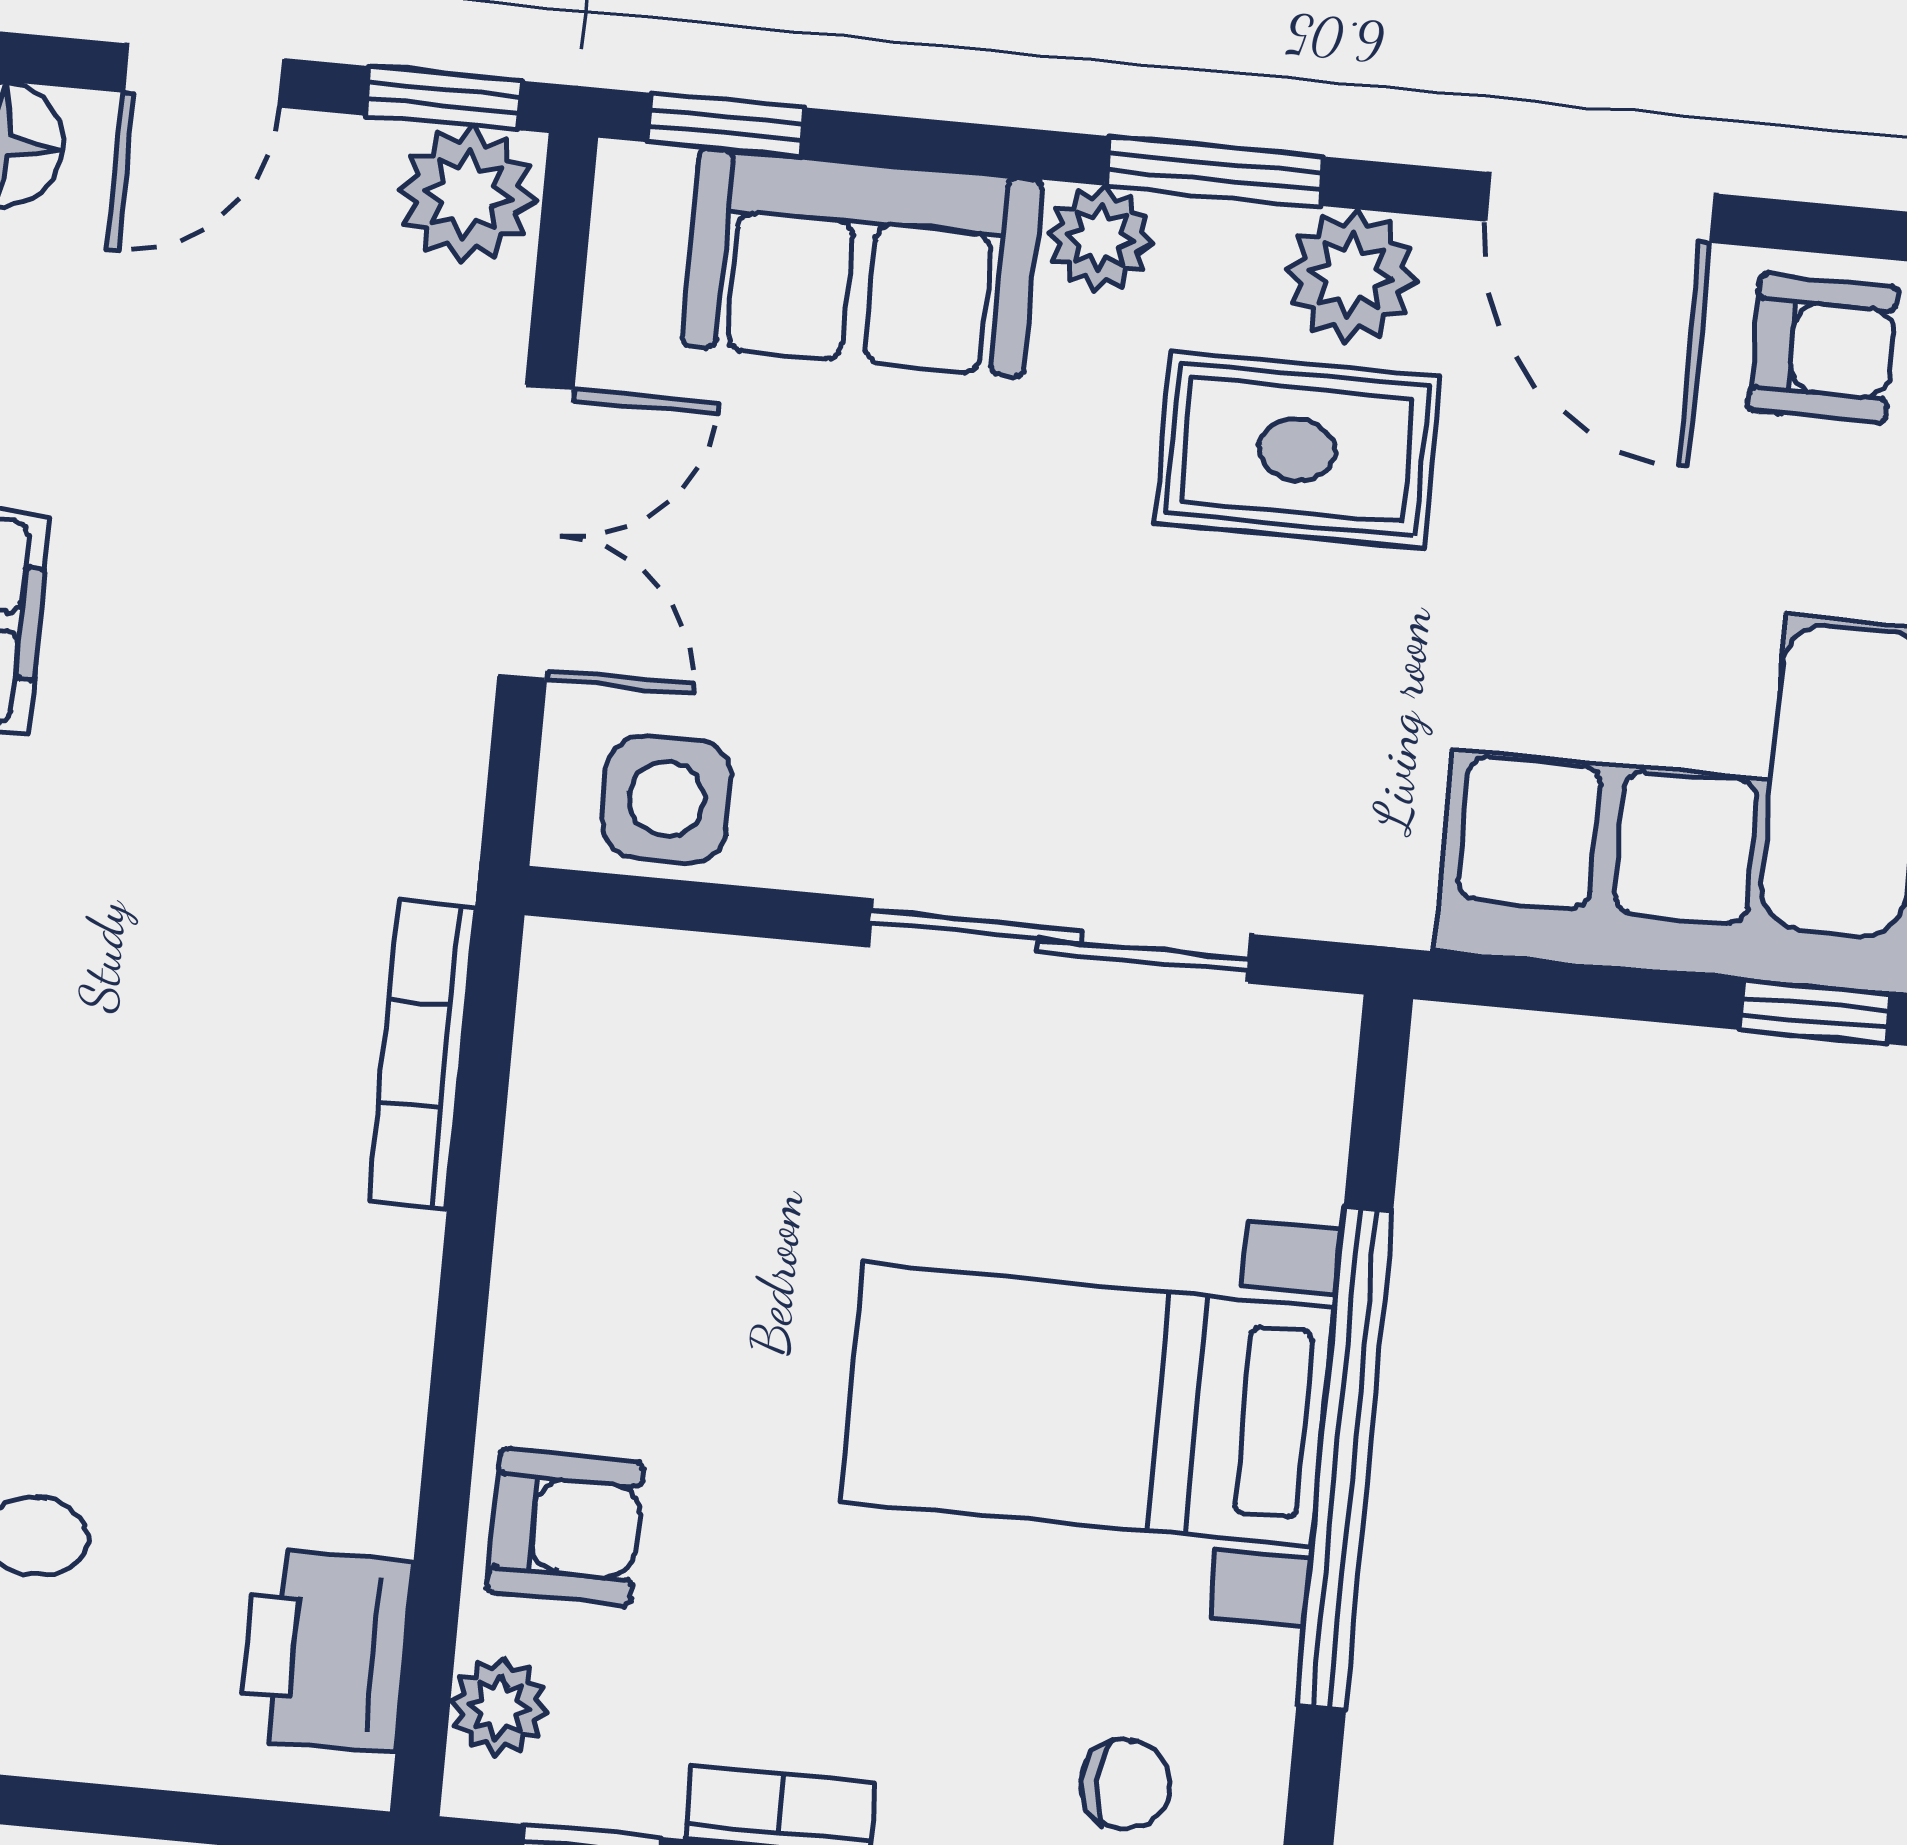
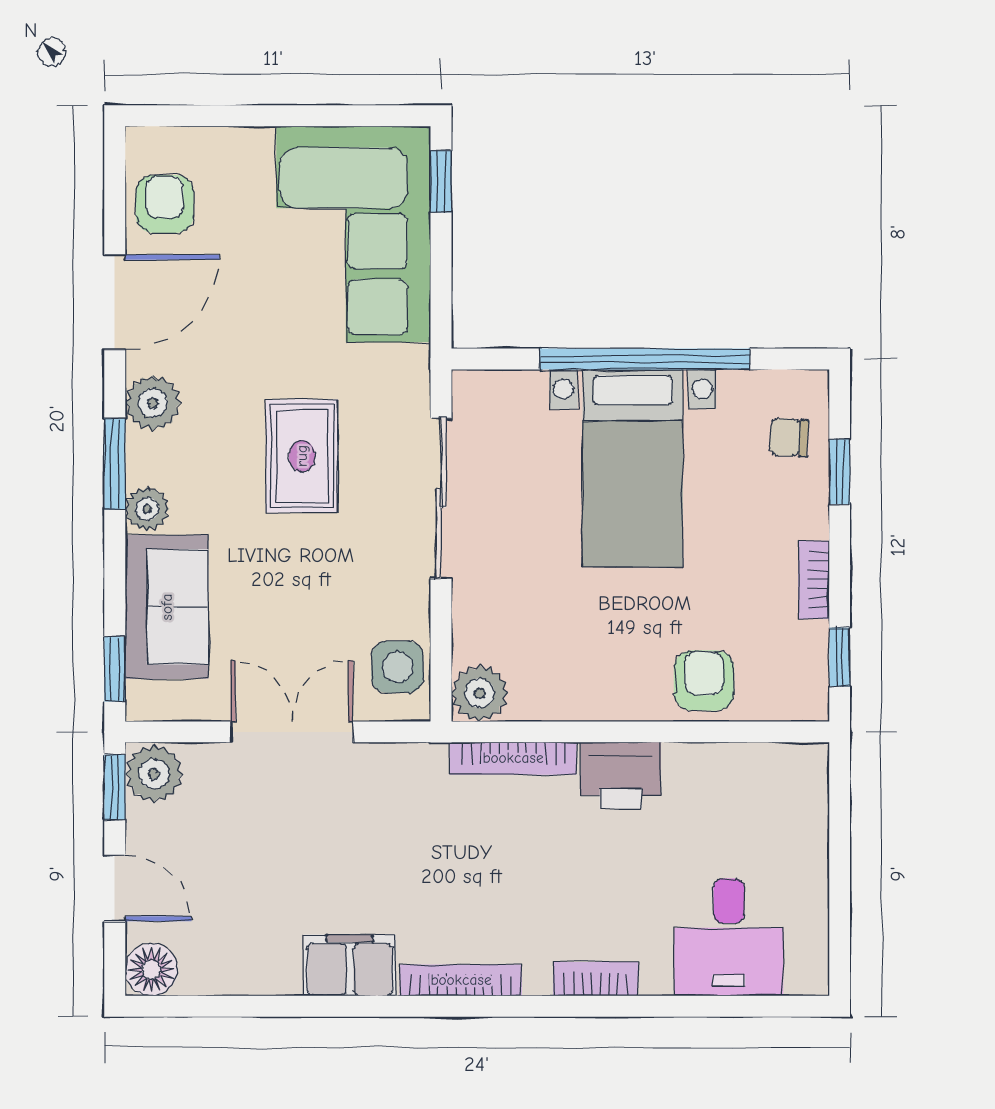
rug: (1297, 450) -> (302, 456), moved
printer: (326, 1650) -> (621, 775), moved
plant: (499, 1707) -> (480, 693), moved, width x1.38, depth x1.38
chair: (1126, 1784) -> (789, 437), turned -87

